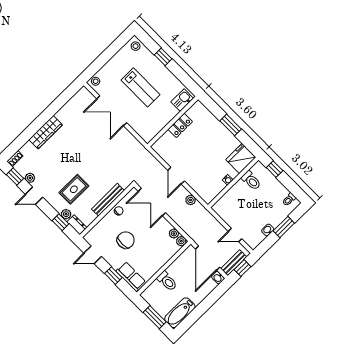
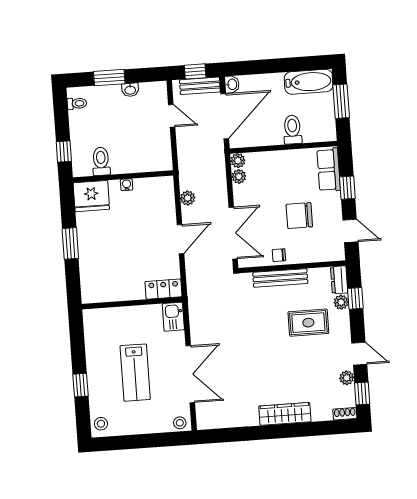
lab bench: (141, 87) -> (135, 373), turned 180
kitchen sink: (182, 100) -> (173, 317), moved, turned 90
locker: (180, 125) -> (164, 289), moved

